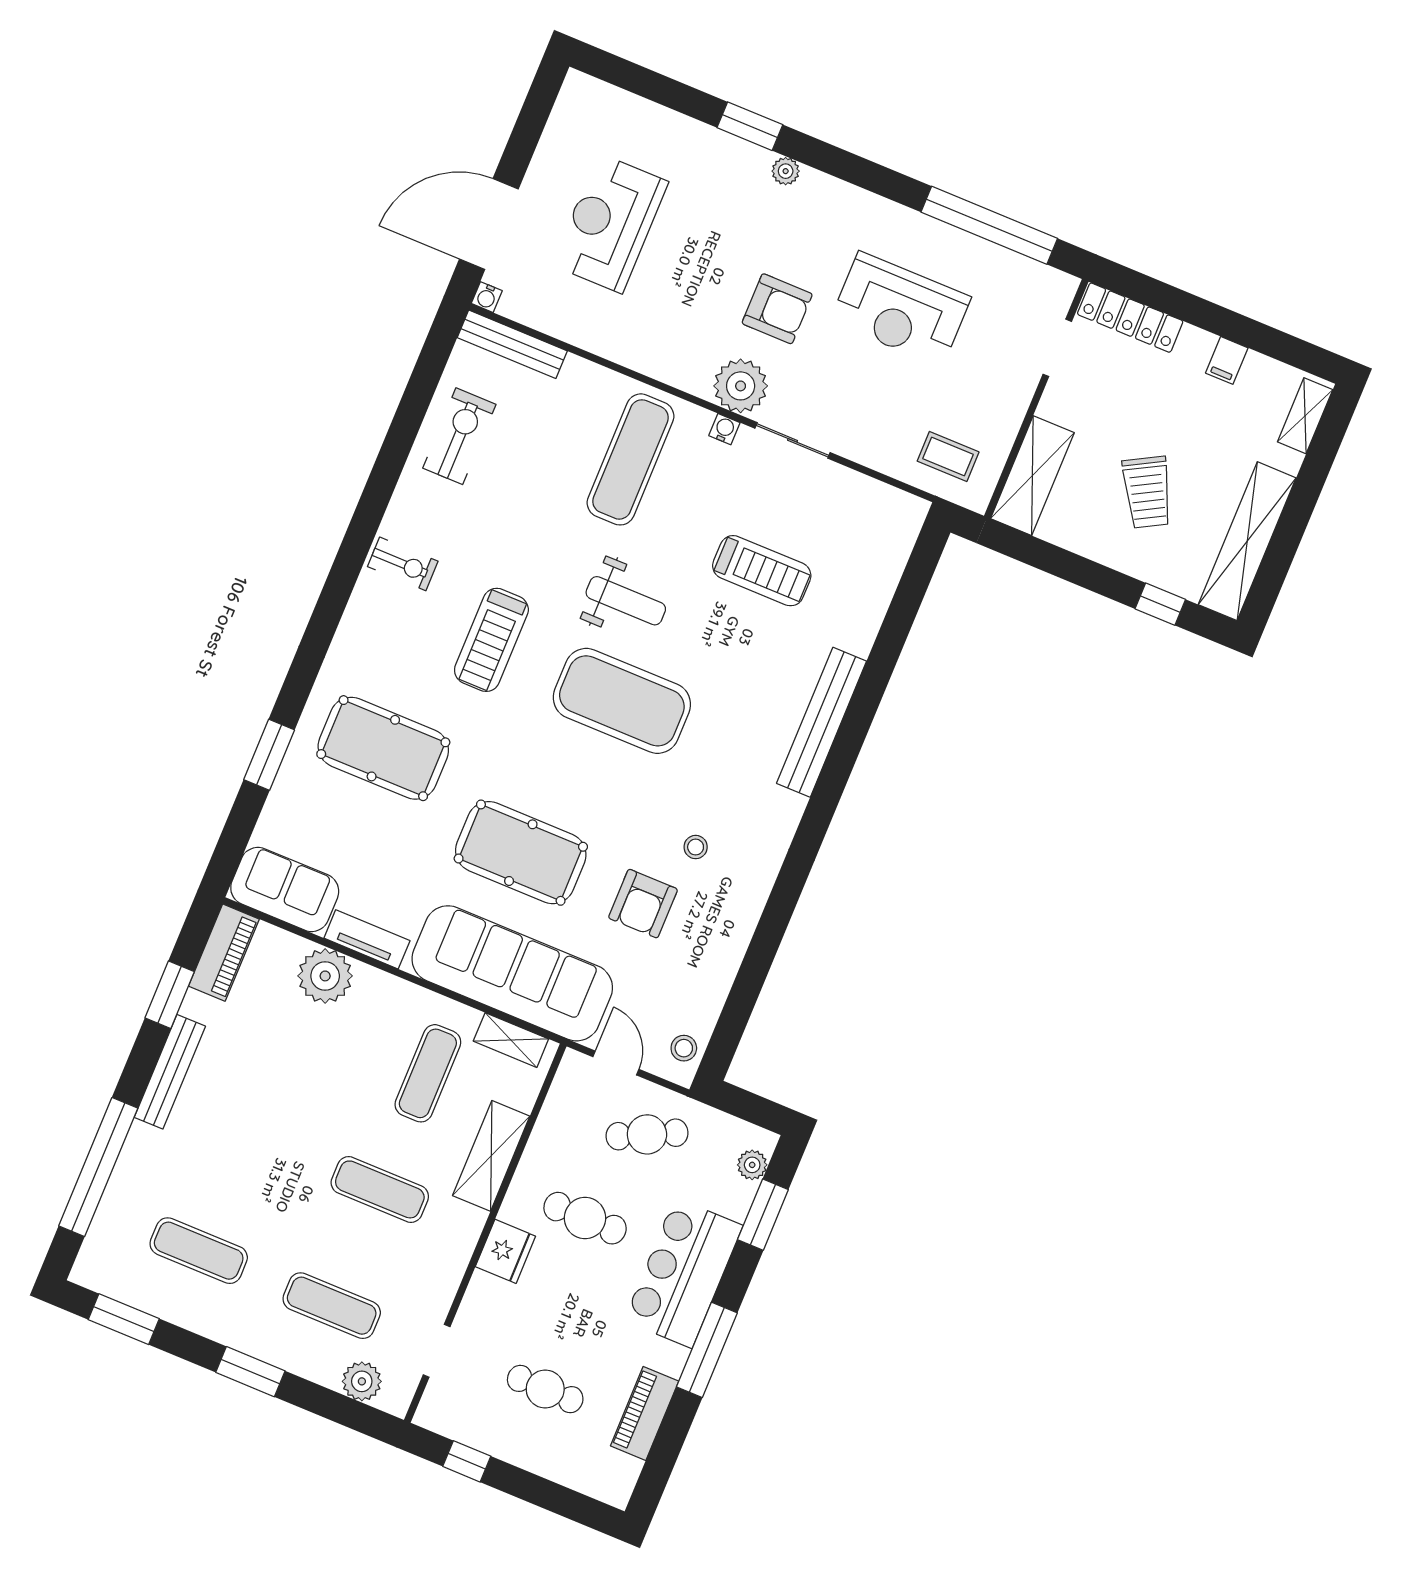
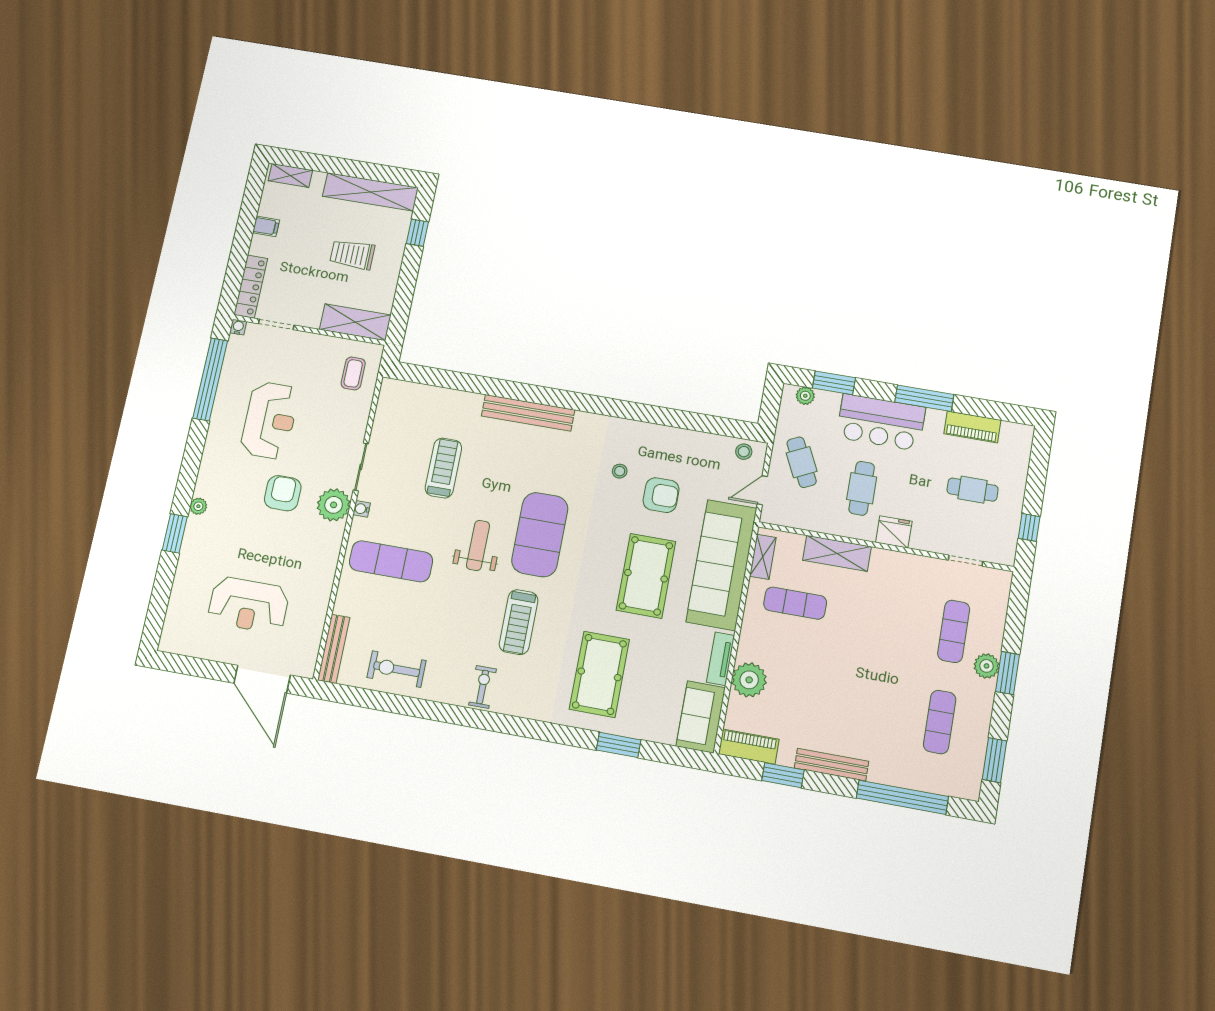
water cooler: (487, 297) -> (238, 327), moved, turned -90
trolley: (1147, 492) -> (352, 254), turned -151
treadmill: (491, 640) -> (519, 622), turned 90
exercise mat: (380, 1189) -> (874, 617), removed
plant: (362, 1381) -> (986, 666), moved
cafe table: (545, 1389) -> (973, 490), turned 90

